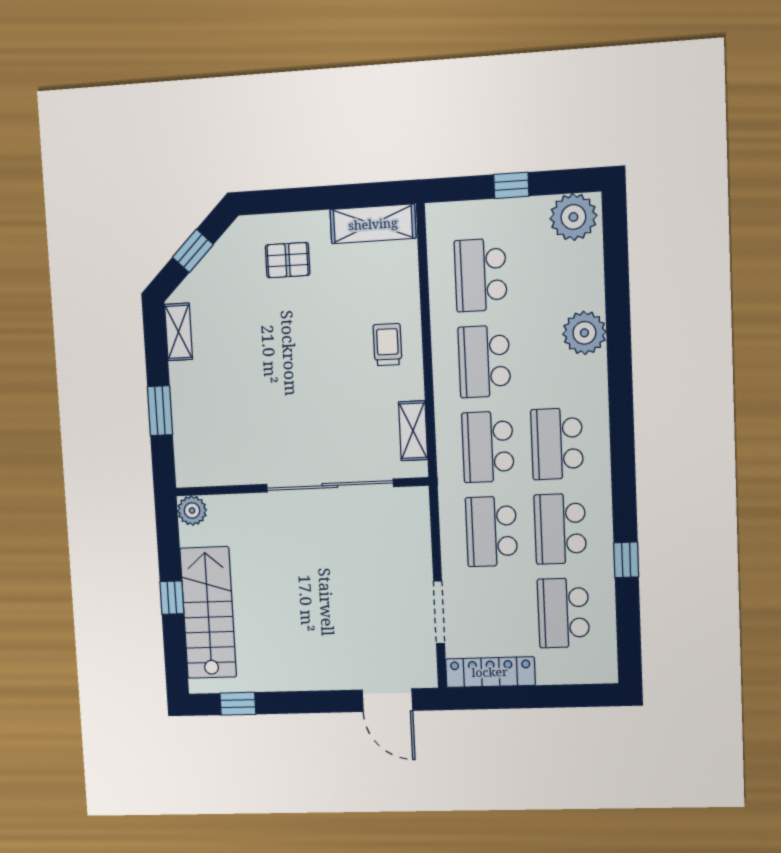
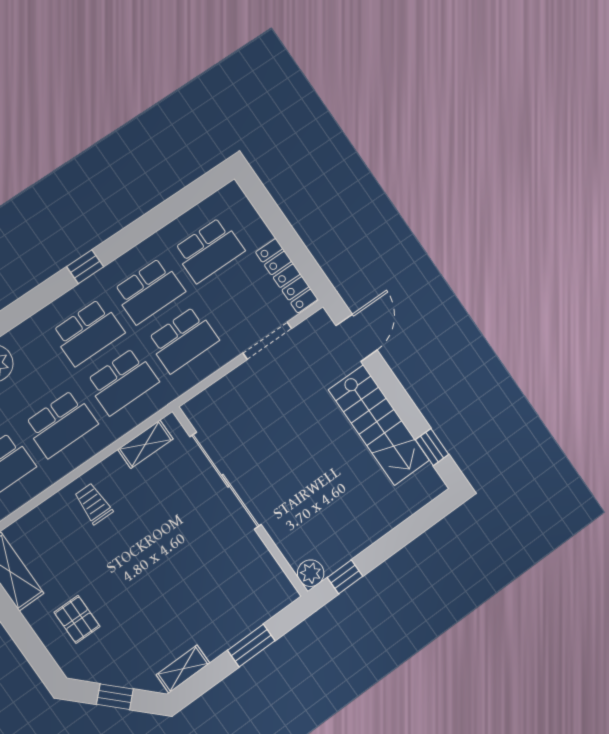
trolley: (387, 345) -> (93, 504), turned 90
window: (626, 560) -> (85, 267), moved
window: (172, 598) -> (345, 577), moved
stairs: (208, 613) -> (379, 425), moved, turned -90

